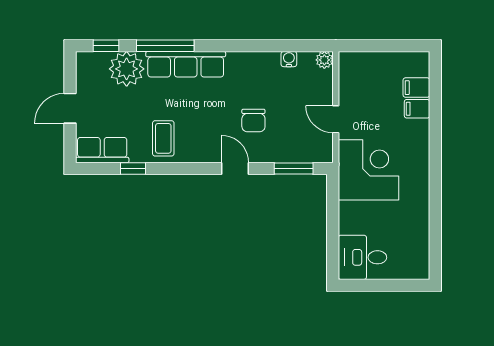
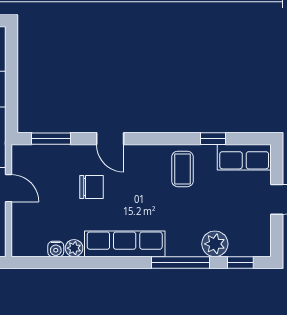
plant: (324, 60) -> (74, 248), moved
row of seats: (186, 64) -> (125, 244), moved
plant: (127, 69) -> (215, 244), width x0.73, depth x0.73
chair: (253, 121) -> (92, 187), turned 90

